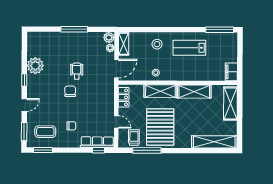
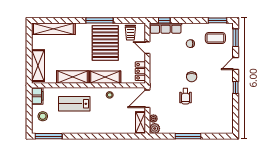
stool: (157, 44) -> (43, 116), moved
lab bench: (189, 48) -> (74, 104), moved, turned 180
plant: (35, 66) -> (225, 101), removed
window: (147, 150) -> (99, 20), moved

